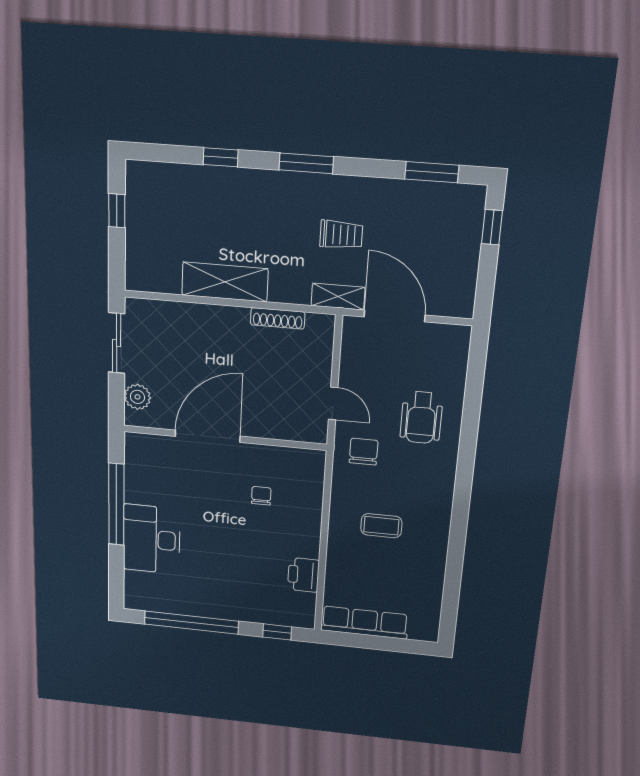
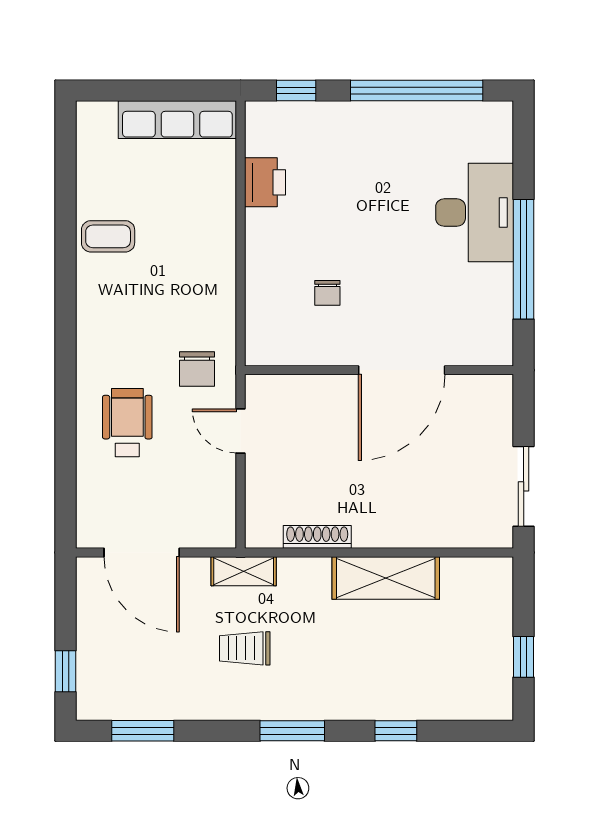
door: (395, 316) -> (142, 552), moved
plant: (137, 397) -> (496, 416), removed
coffee table: (381, 526) -> (108, 236), moved

